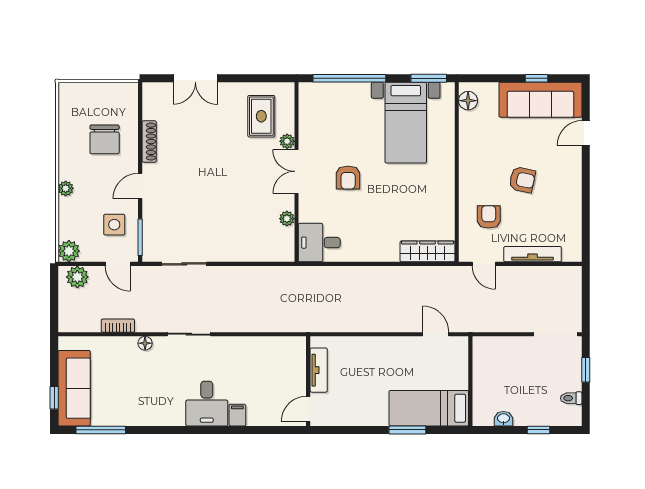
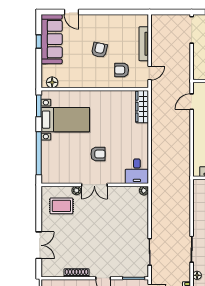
plant: (287, 219) -> (144, 191), moved

